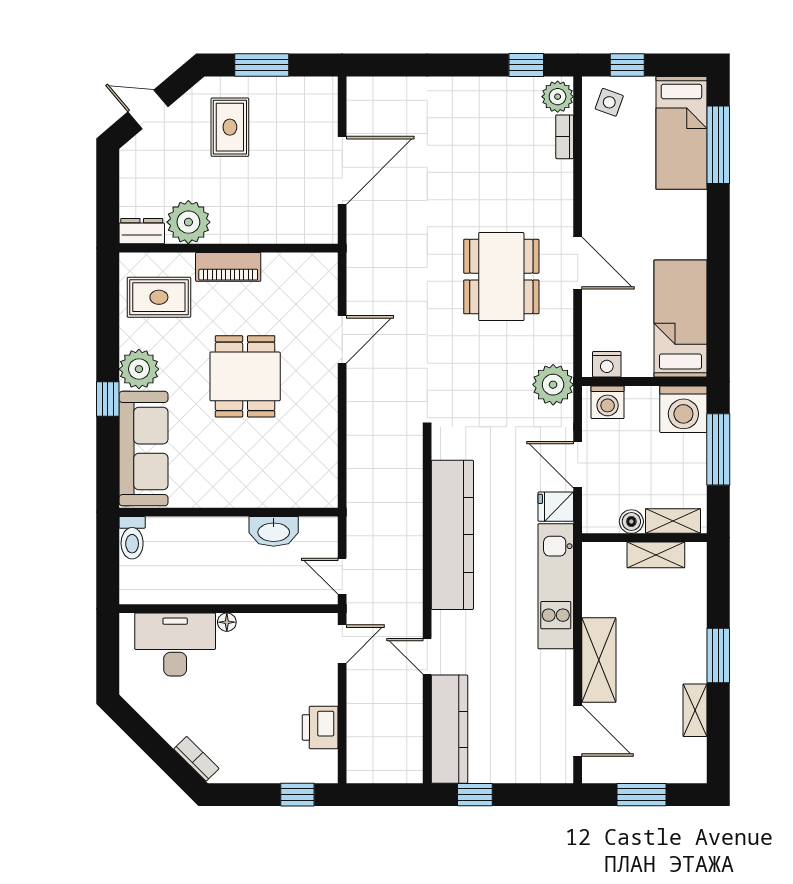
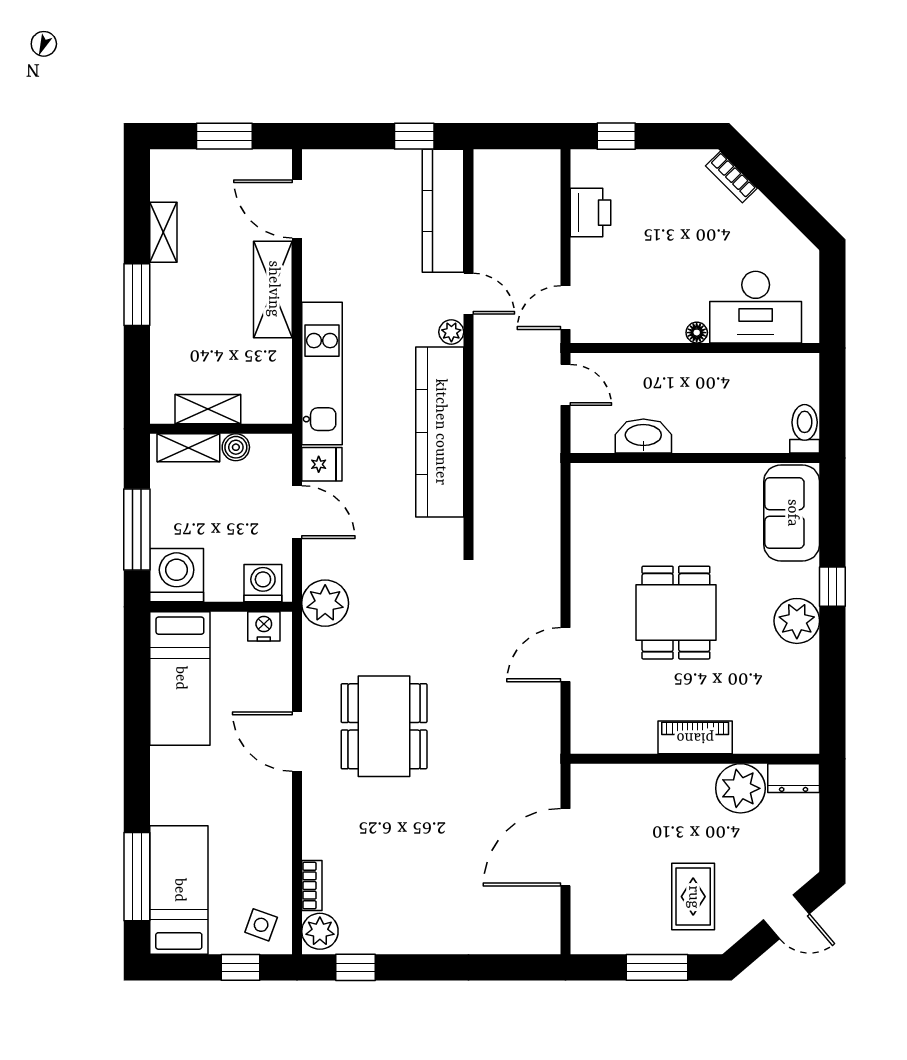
rug: (159, 297) -> (774, 703), removed
sofa: (144, 449) -> (792, 513), width x0.73
plant: (442, 623) -> (451, 332), added

